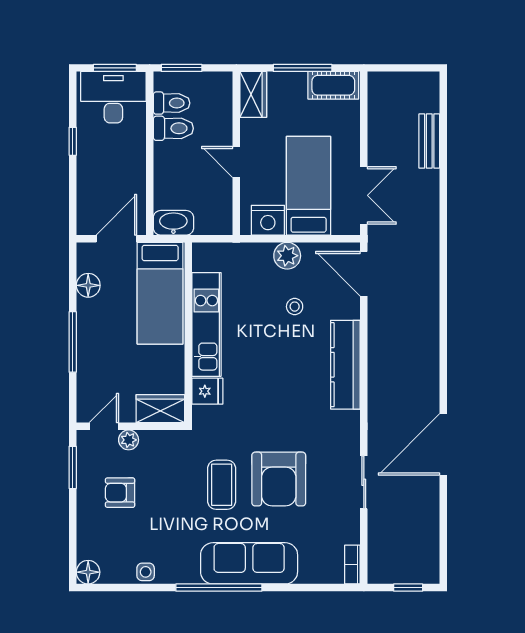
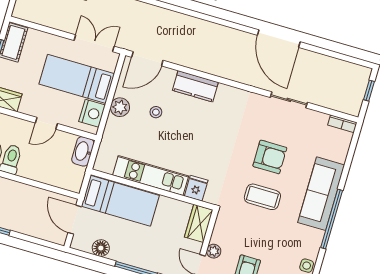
washbasin: (173, 223) -> (83, 151), moved
kitchen counter: (345, 365) -> (195, 86), width x0.67
armchair: (279, 479) -> (270, 157), width x0.73, depth x0.73

